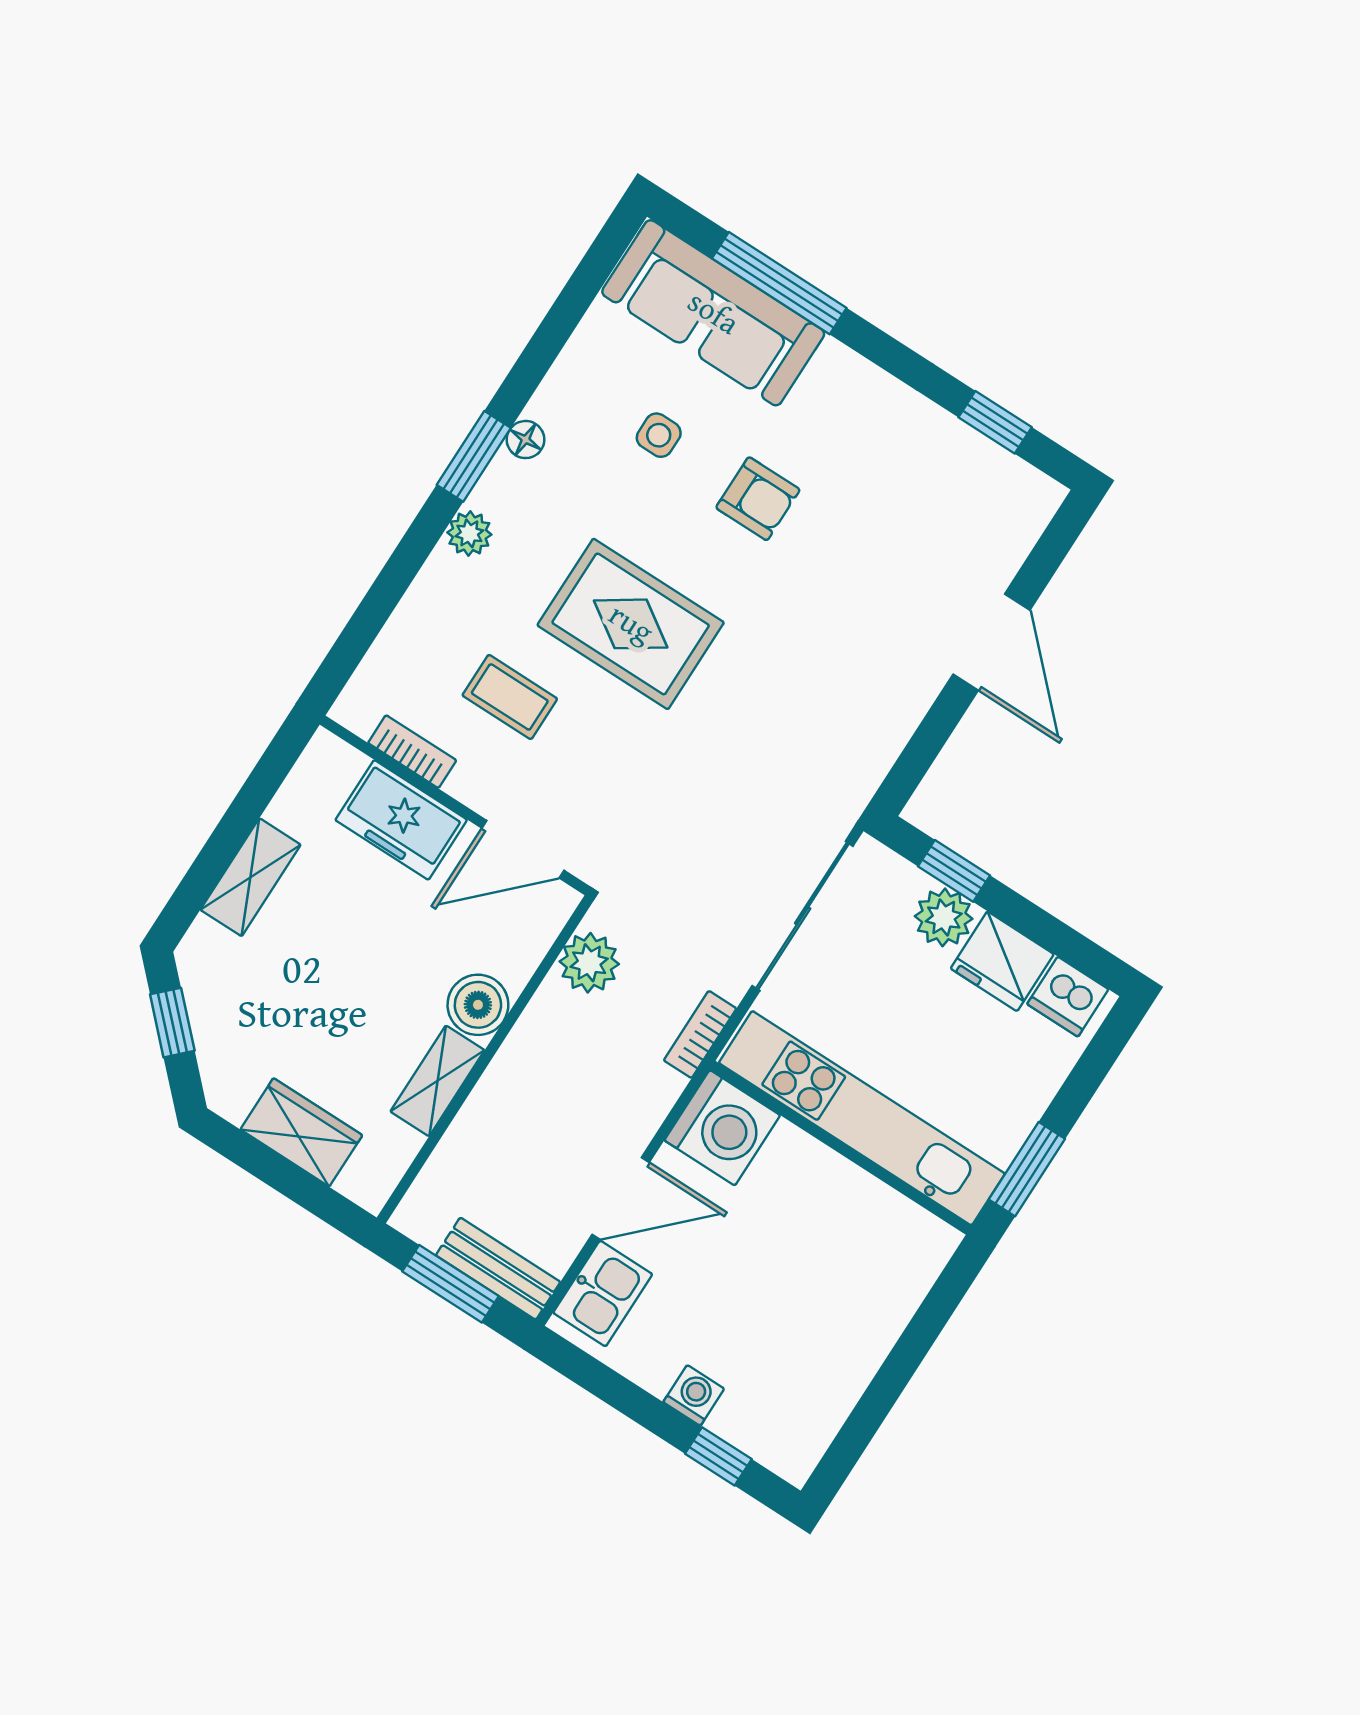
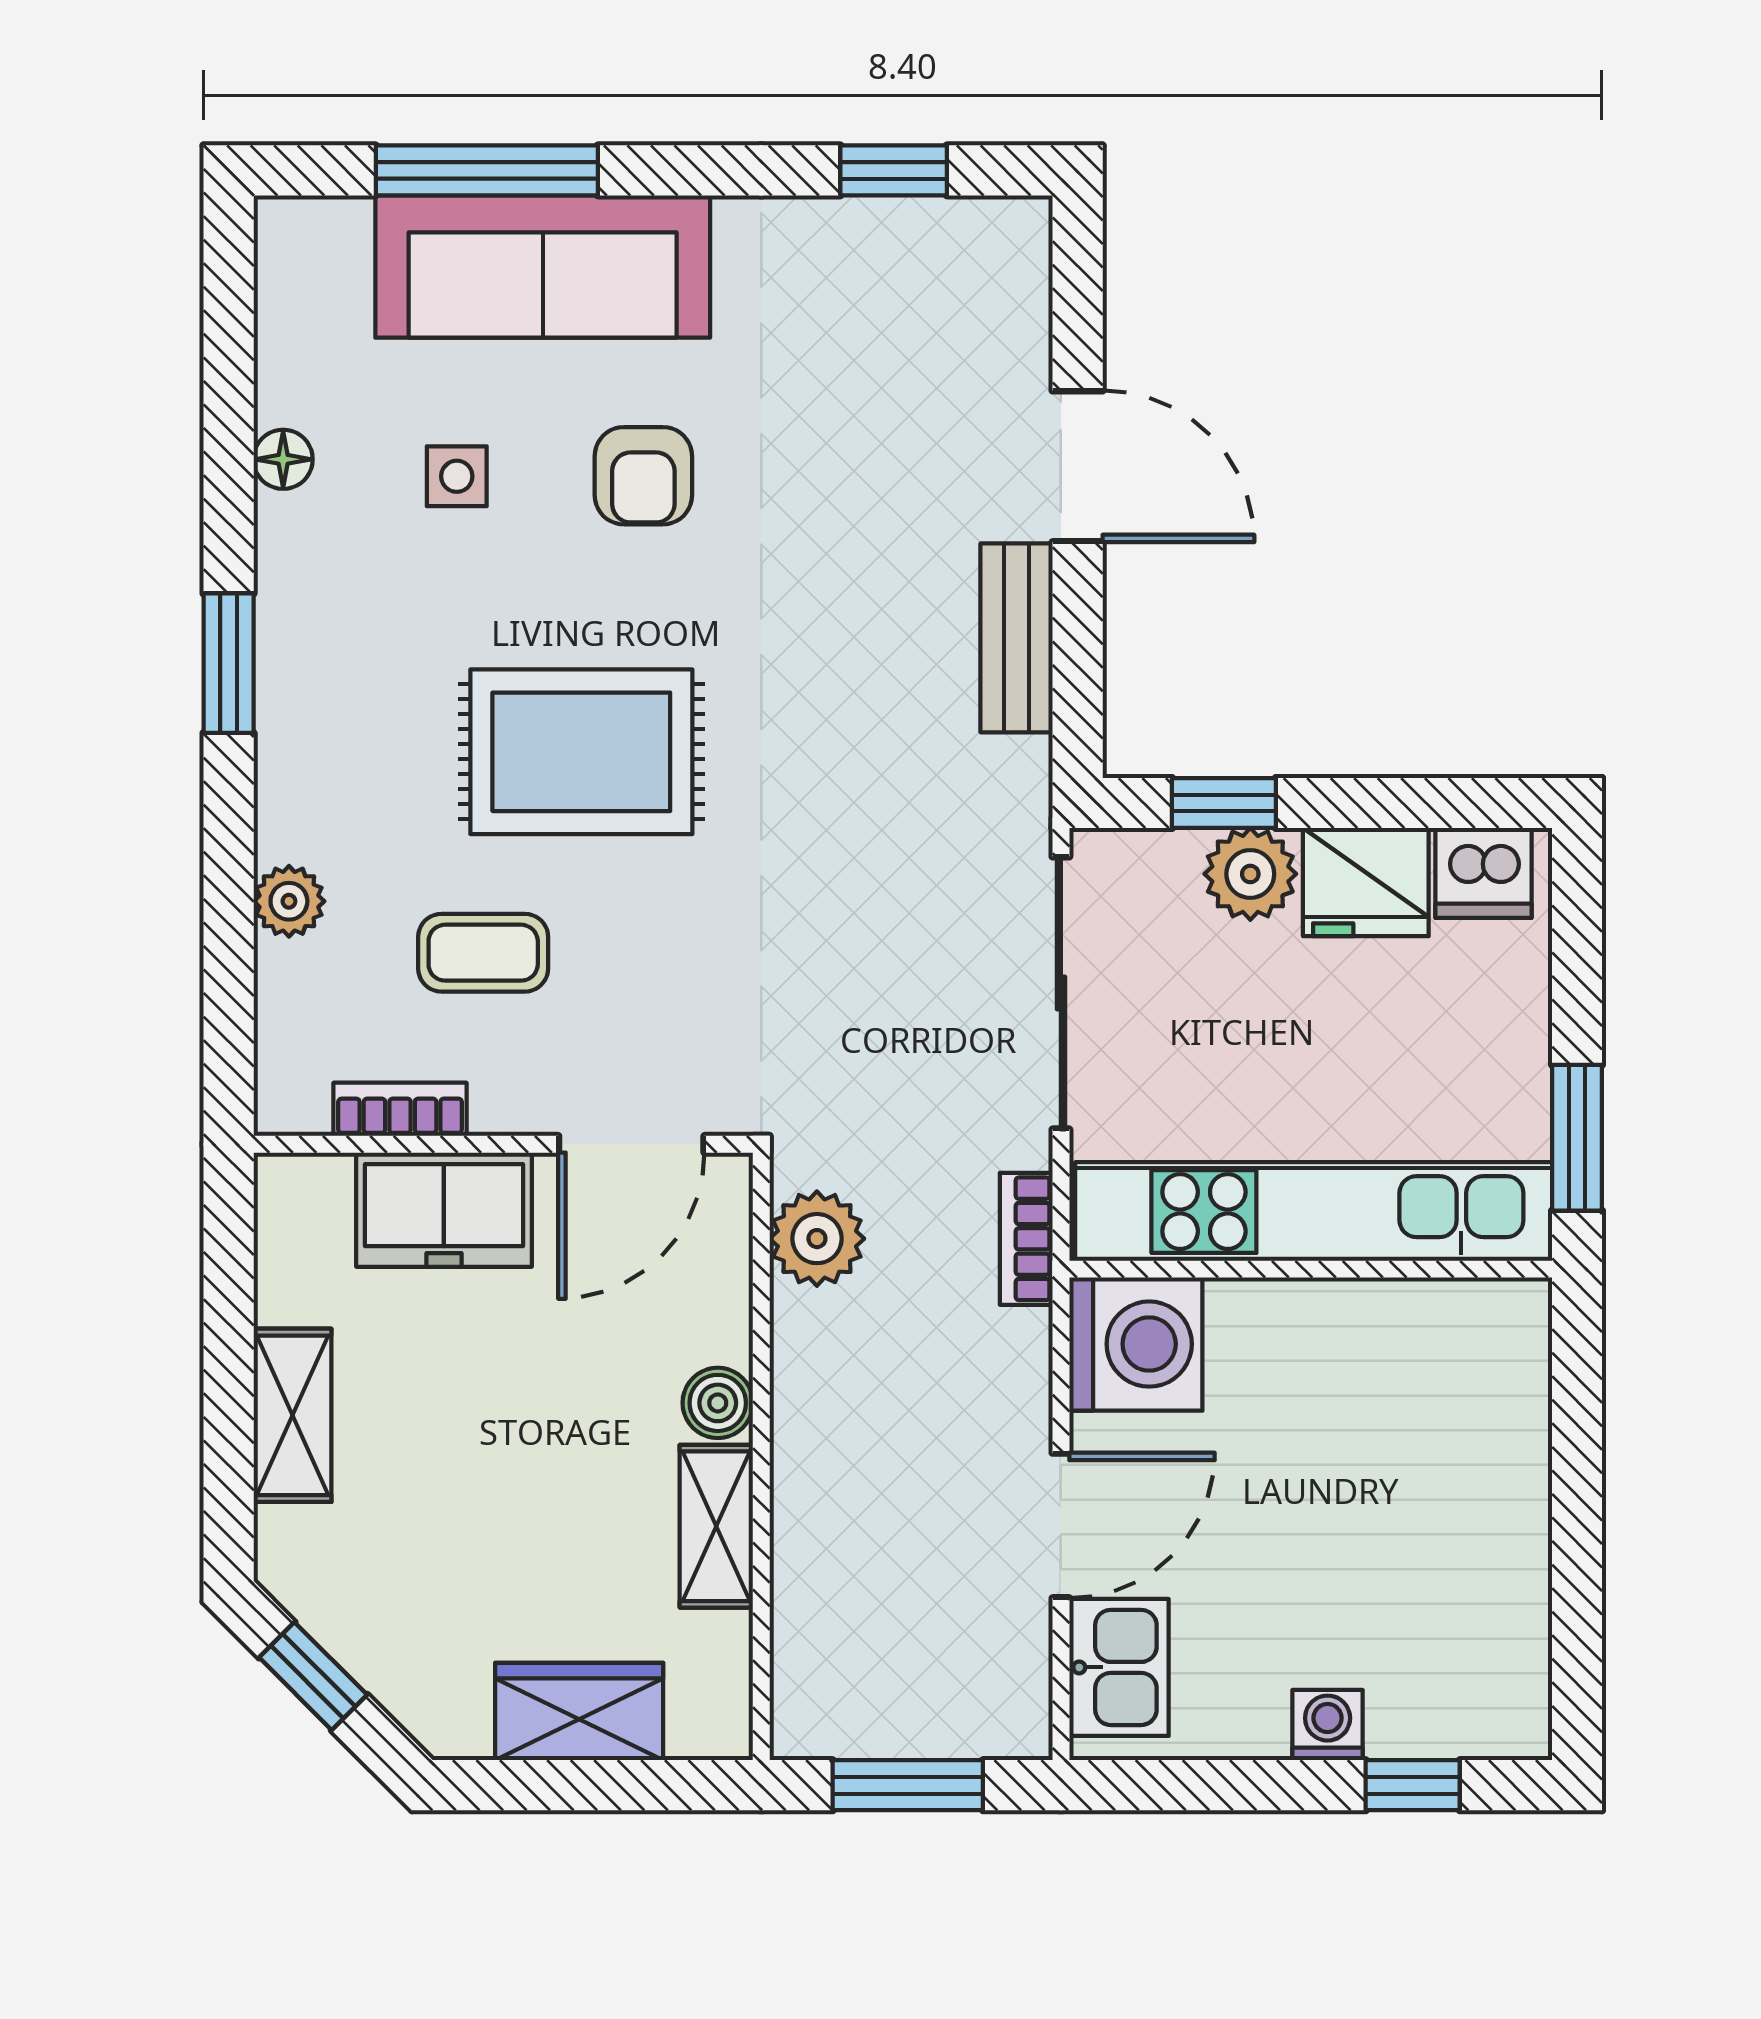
sofa: (713, 313) -> (543, 266), moved
floor lamp: (526, 440) -> (283, 459), moved
armchair: (758, 499) -> (643, 476), turned 90
plant: (469, 533) -> (289, 901), moved
boiler: (478, 1005) -> (718, 1403), width x0.73, depth x0.73
bench: (498, 1269) -> (1017, 638), moved, turned 90

